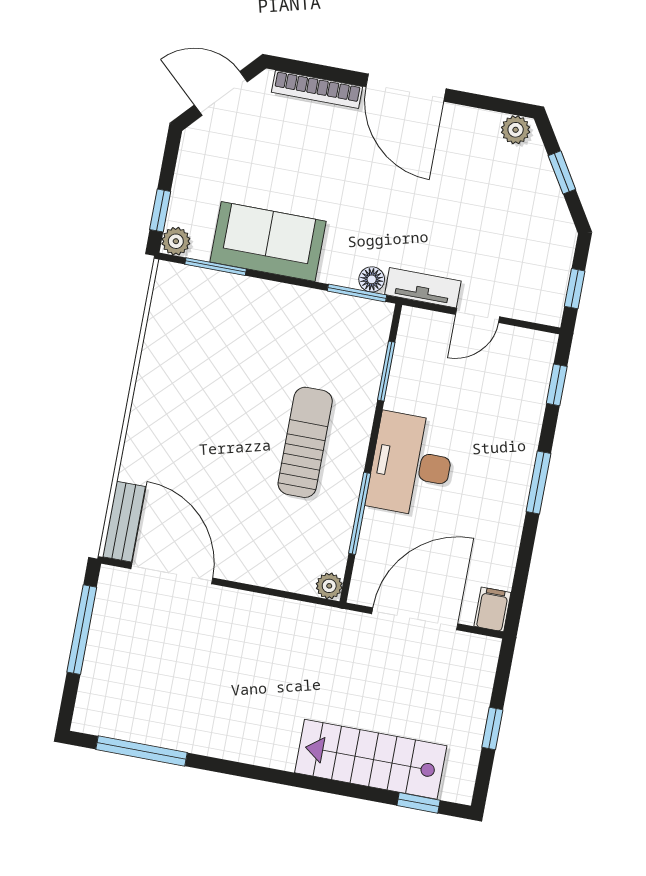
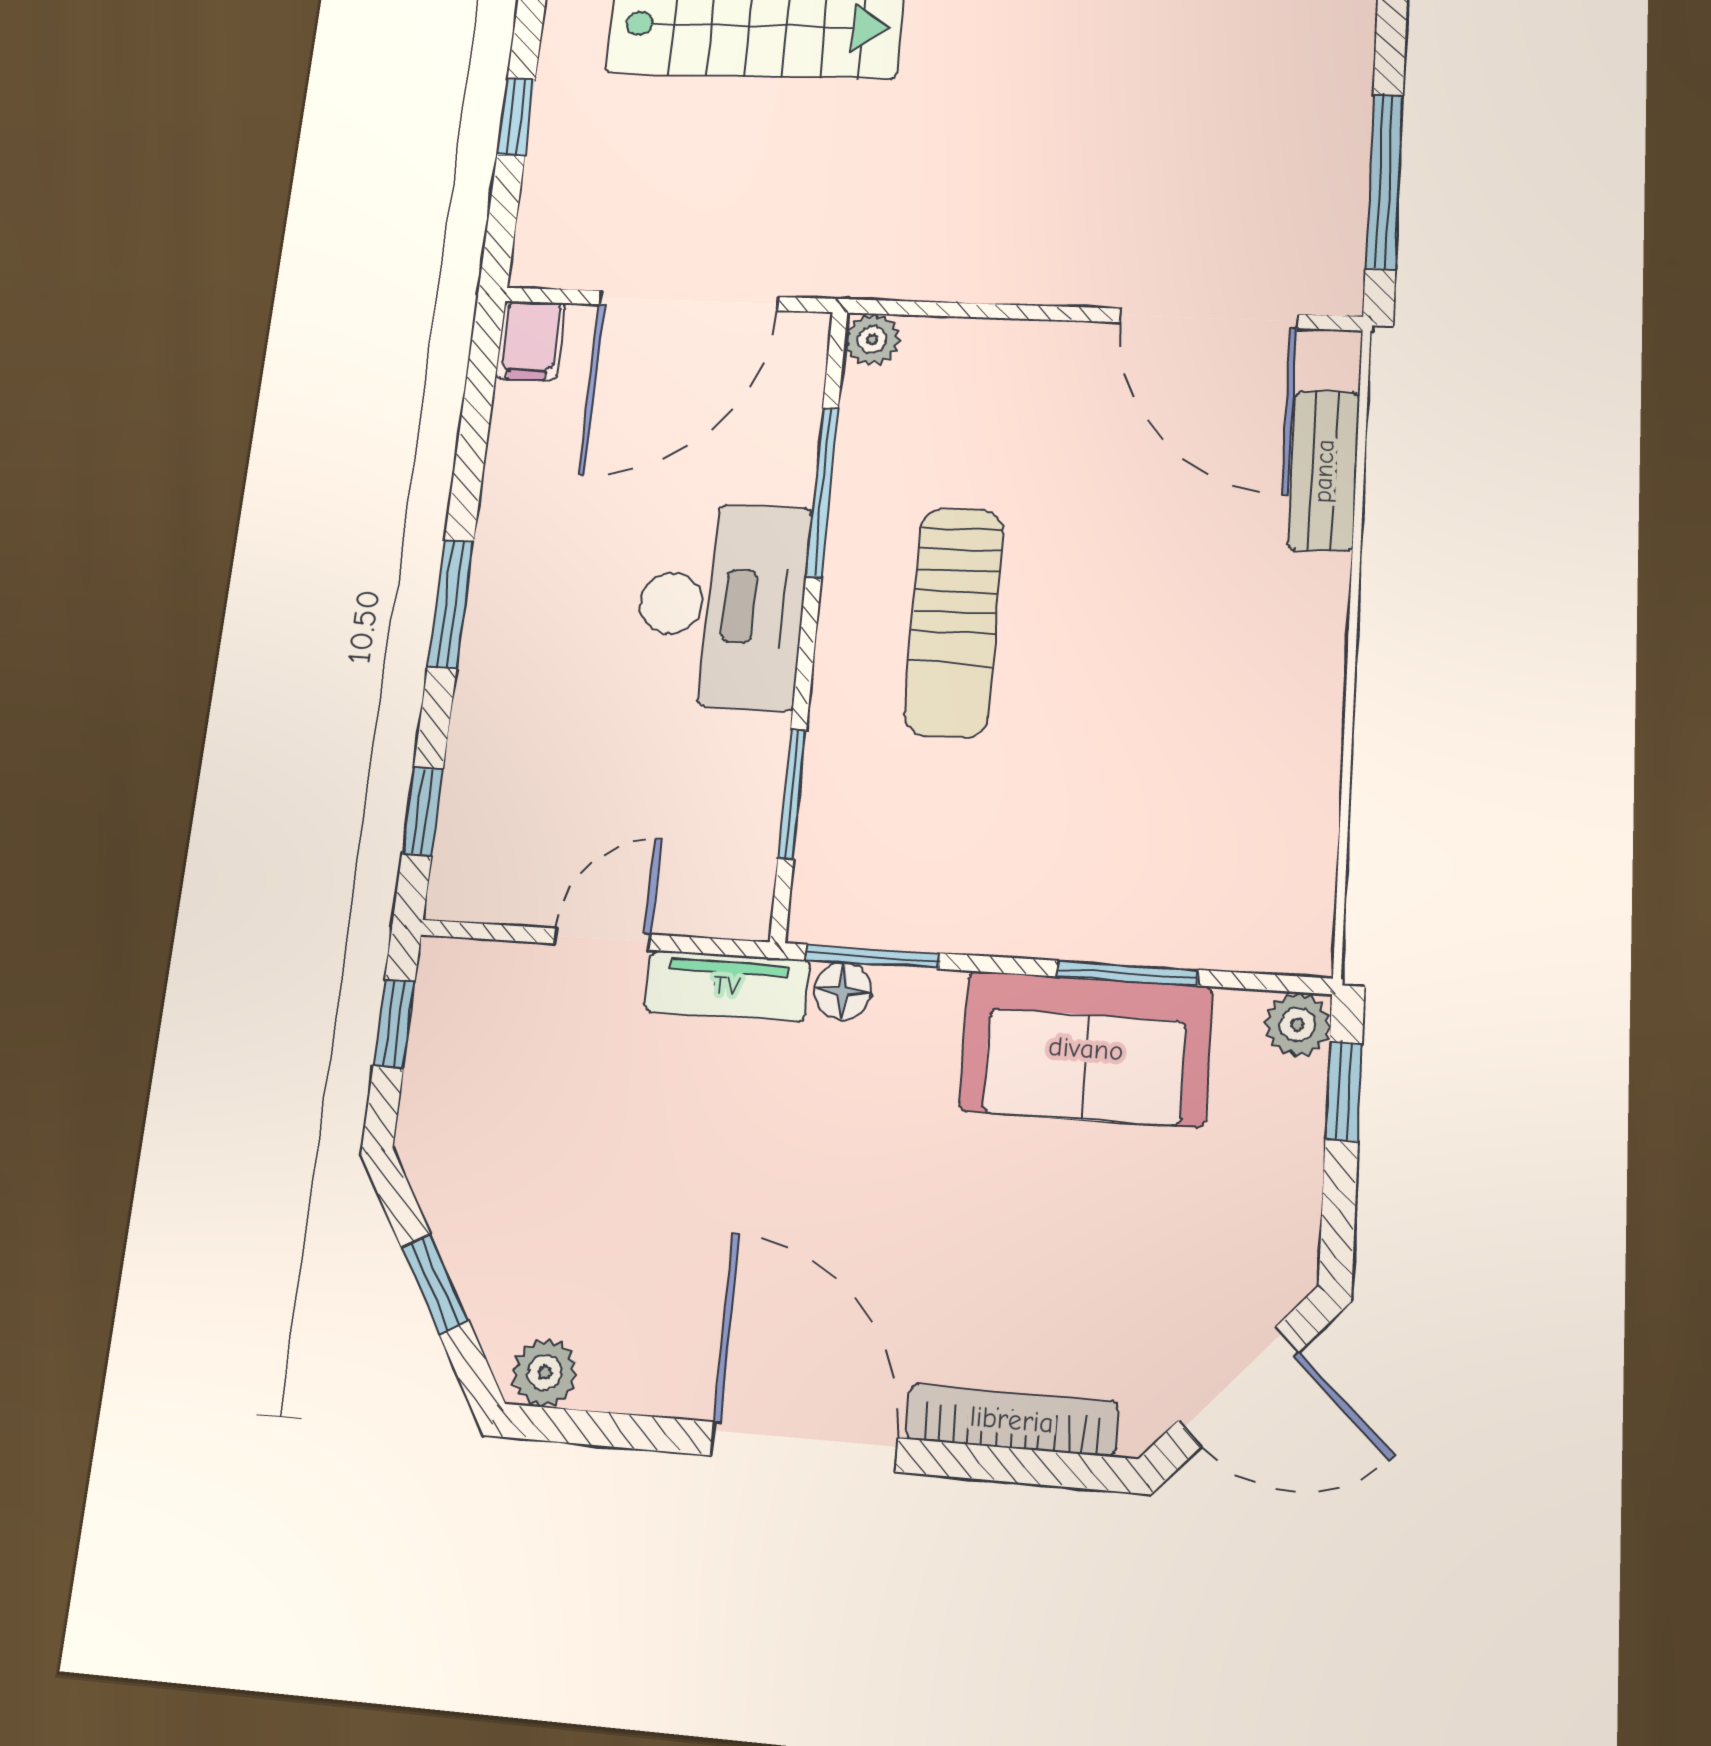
window: (216, 267) -> (1128, 973), moved
bench: (124, 522) -> (1324, 471), moved

